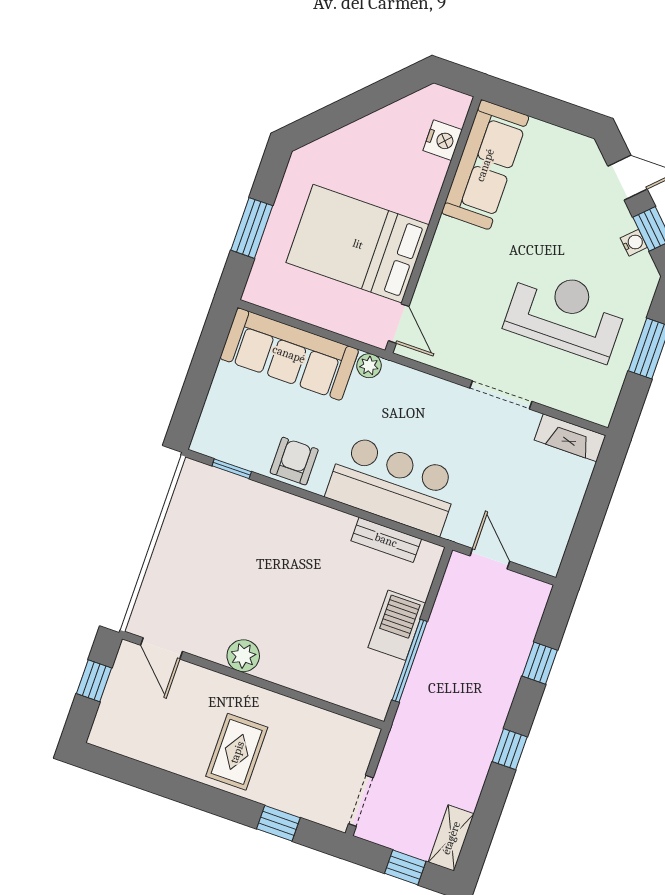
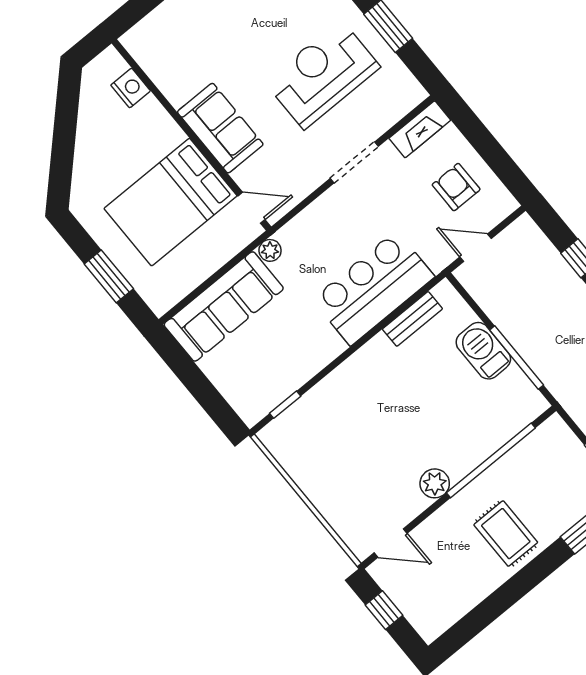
sofa: (485, 165) -> (220, 128), moved, width x0.73
armchair: (294, 461) -> (456, 187), moved
window: (297, 696) -> (491, 460), added

